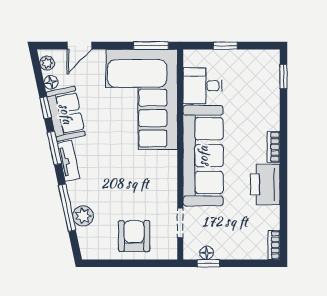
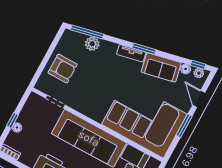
window: (151, 46) -> (184, 126), moved
window: (46, 108) -> (198, 65), moved
window: (67, 208) -> (87, 32), moved
floor lamp: (207, 253) -> (17, 127), moved
window: (208, 263) -> (12, 120), moved

